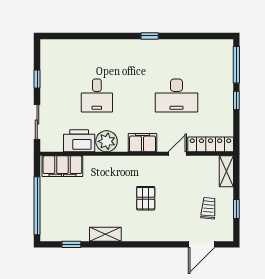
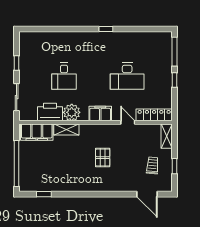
door: (177, 154) -> (128, 122), hinge flipped
shelving: (105, 234) -> (66, 129), moved
door: (201, 244) -> (147, 194), hinge flipped

